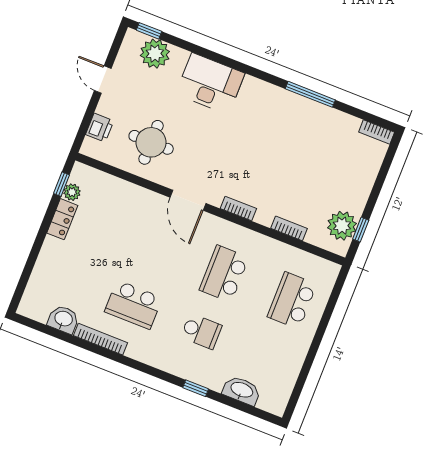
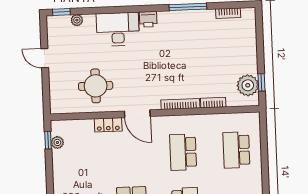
plant: (155, 54) -> (77, 20), width x0.53, depth x0.53
printer: (100, 128) -> (148, 19), moved, turned 90
bookcase: (377, 132) -> (228, 13), moved
bookcase: (238, 209) -> (180, 104), width x1.56
locker: (62, 219) -> (108, 125), moved, turned 90

